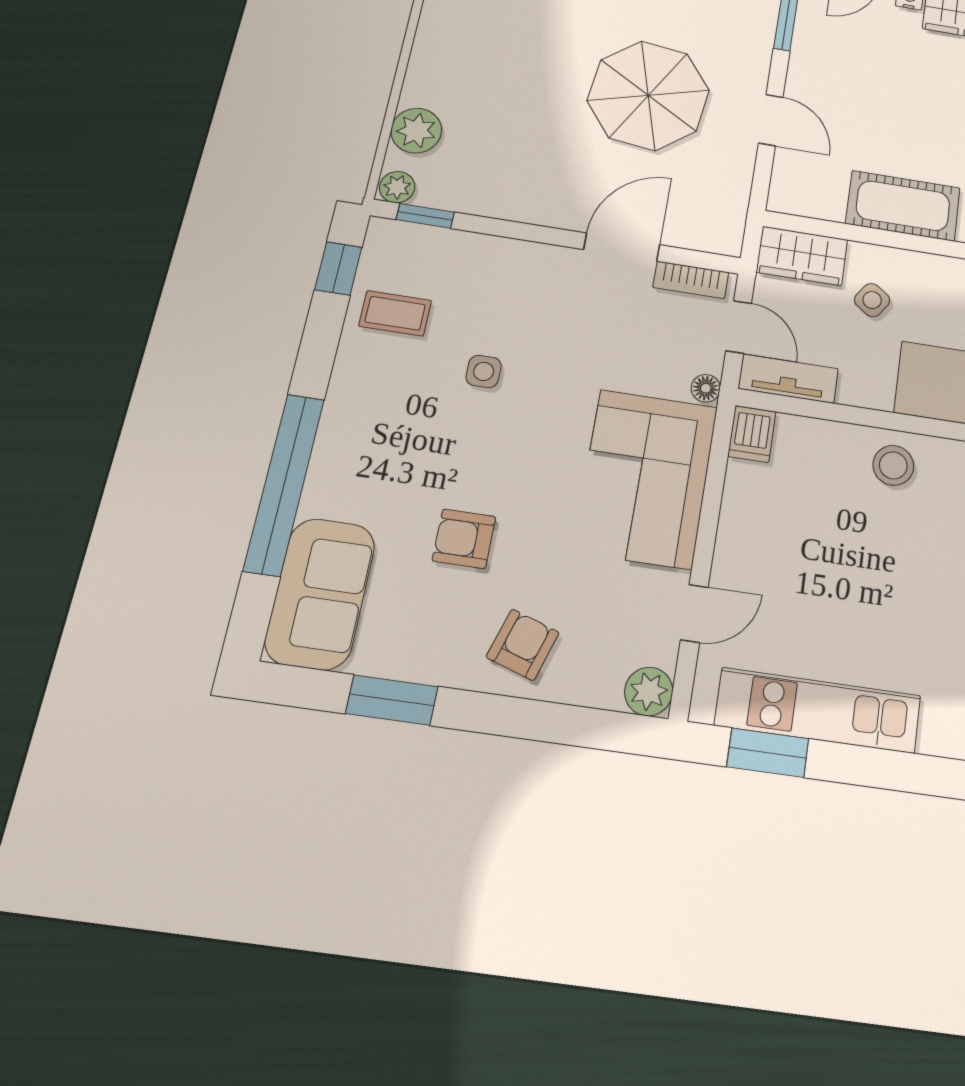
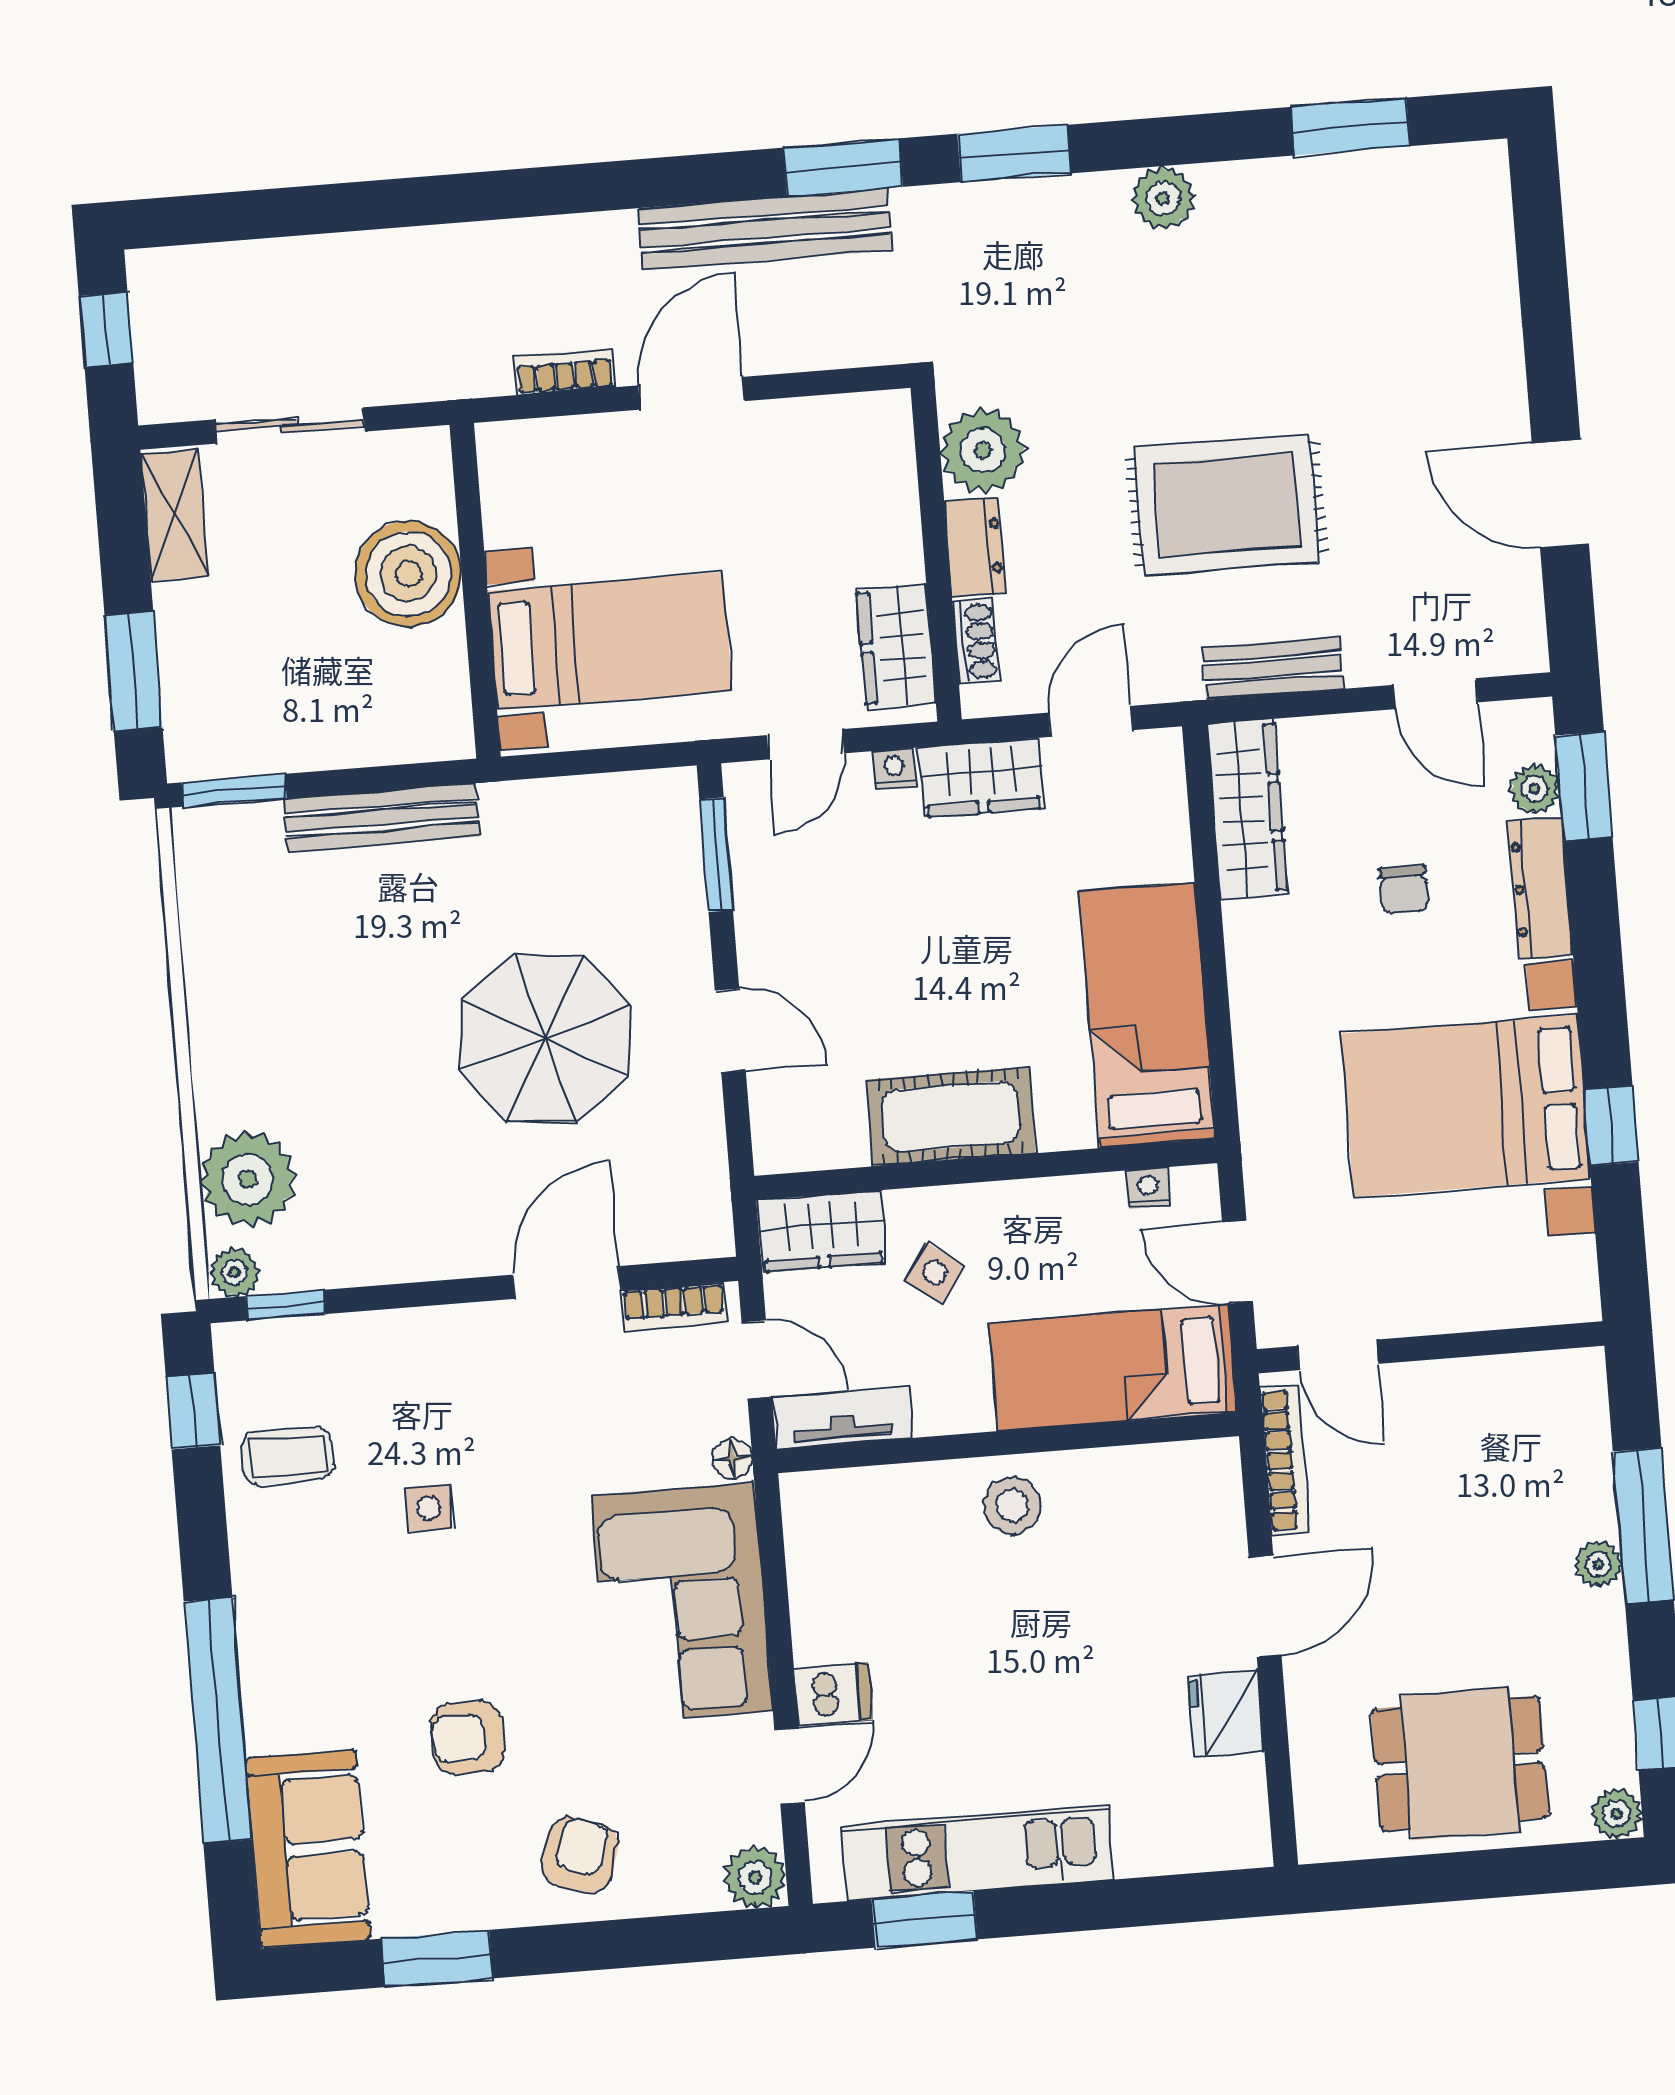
plant: (416, 131) -> (248, 1179), width x1.36, depth x1.36
dishwasher: (752, 434) -> (833, 1694), moved, turned -90

